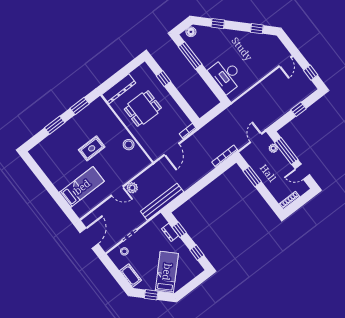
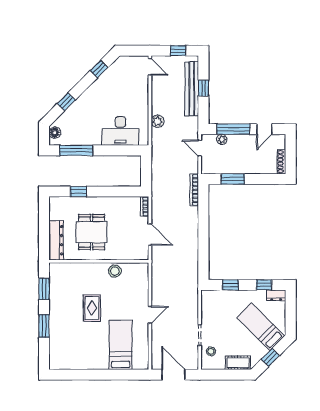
plant: (132, 188) -> (158, 121), moved
bench: (162, 202) -> (192, 89), moved
dresser: (170, 232) -> (276, 295), moved

